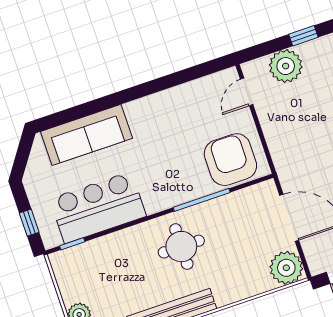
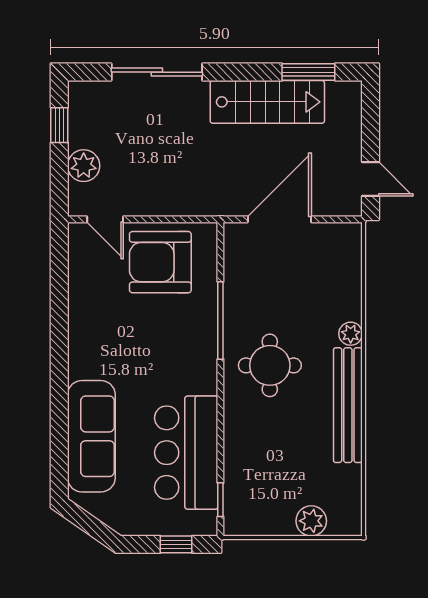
plant: (286, 66) -> (84, 166), width x0.73, depth x0.73
armchair: (230, 160) -> (160, 262), moved
plant: (286, 268) -> (351, 334), moved, width x0.53, depth x0.53

